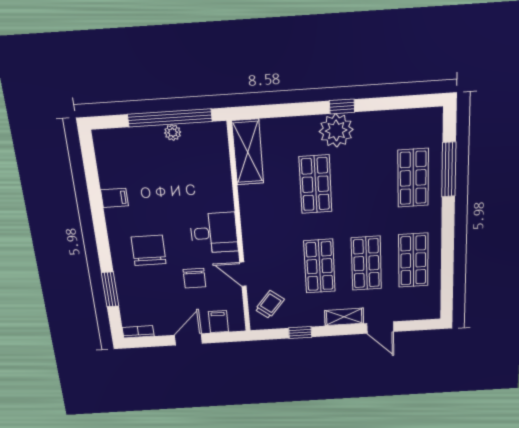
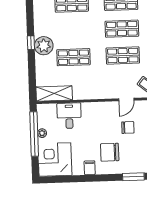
corner desk: (126, 157) -> (55, 159), added
filing cabinet: (114, 198) -> (90, 168), moved
desk: (214, 233) -> (69, 116), moved

